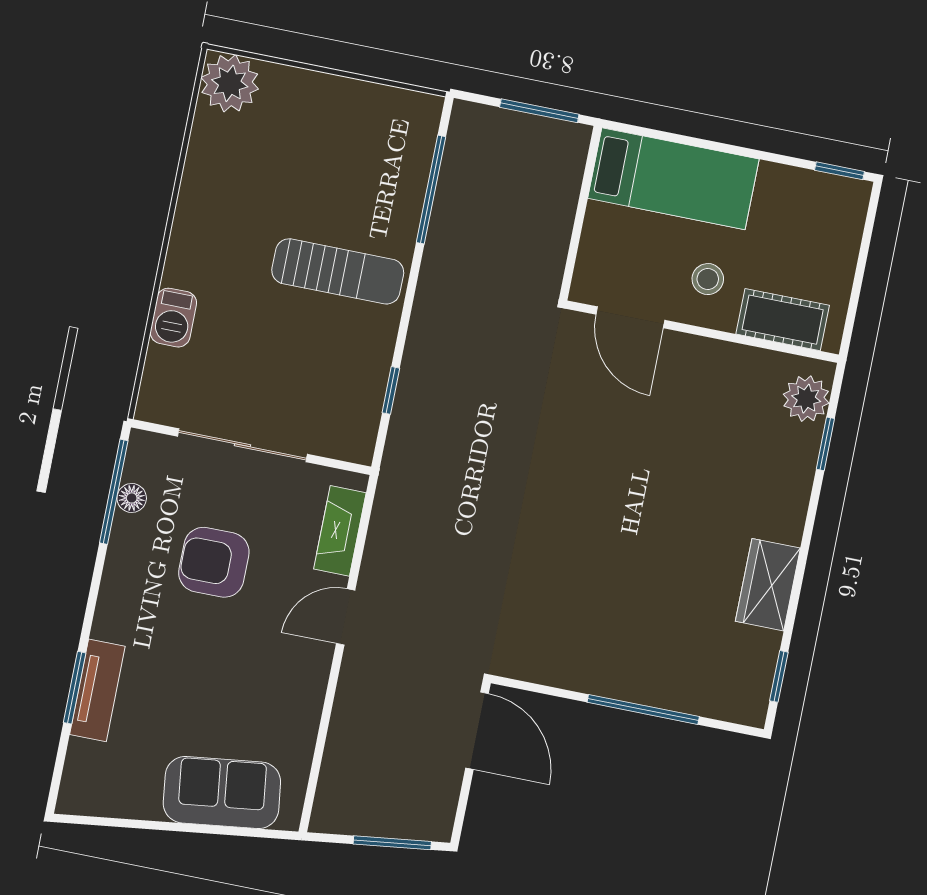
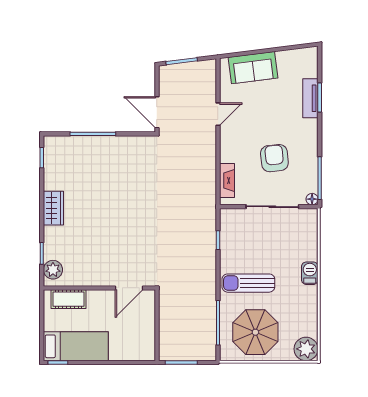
parasol: (345, 148) -> (255, 332), added
bed: (673, 179) -> (76, 346), moved, turned 180
stool: (708, 279) -> (101, 309), removed
door: (630, 317) -> (129, 288), swing flipped
barbecue: (173, 318) -> (310, 273), moved
floor lamp: (132, 498) -> (312, 199), moved
armchair: (214, 562) -> (274, 158), turned -96
wardrobe: (768, 585) -> (53, 208), moved
door: (346, 617) -> (218, 114), moved

